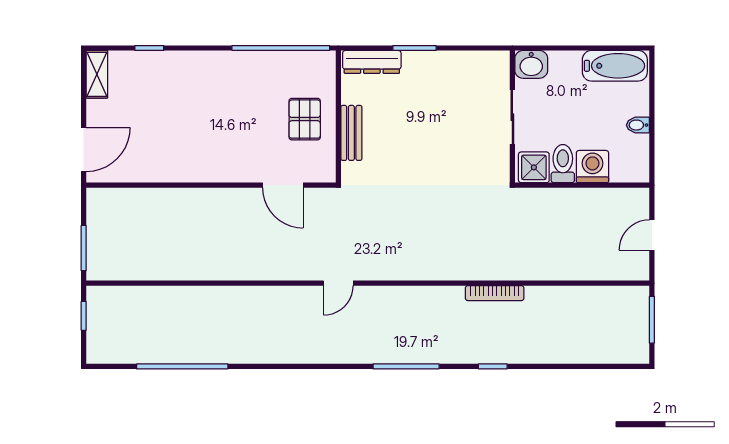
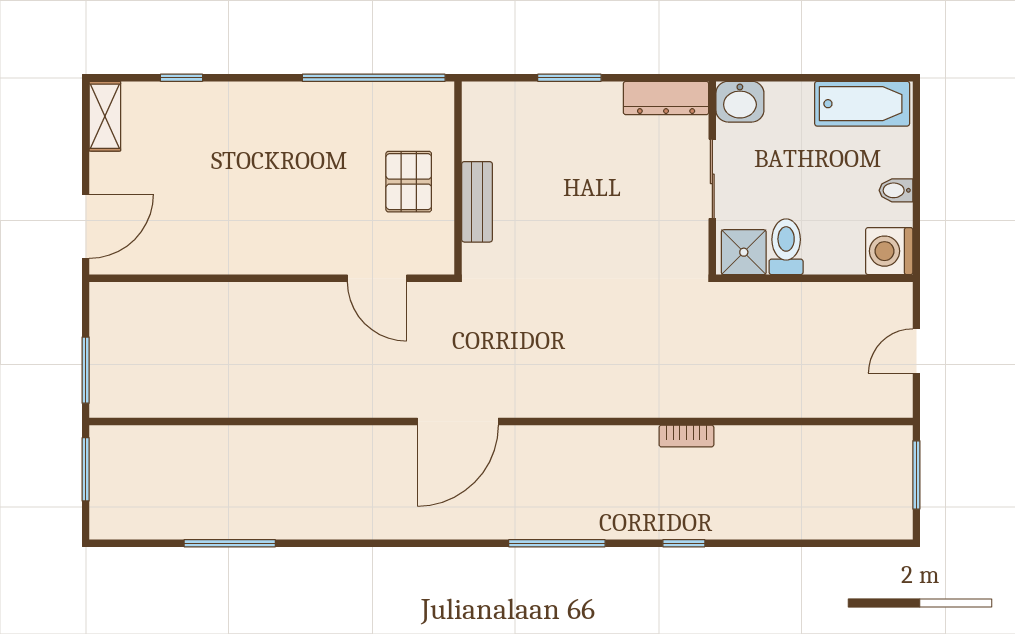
dresser: (372, 62) -> (666, 98), moved
washing machine: (592, 167) -> (889, 251), moved, turned -90
door: (338, 283) -> (458, 421), width x1.88
bookcase: (495, 293) -> (686, 436), width x0.64
window: (84, 316) -> (86, 469), width x1.50
window: (182, 366) -> (230, 543), width x0.68

